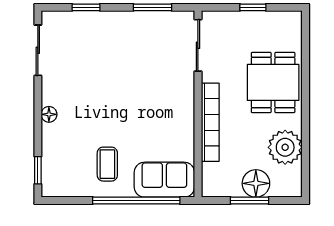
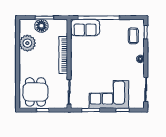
corner sofa: (115, 40) -> (109, 94), added
dining table: (273, 82) -> (35, 92), moved
coffee table: (107, 164) -> (133, 36), moved

